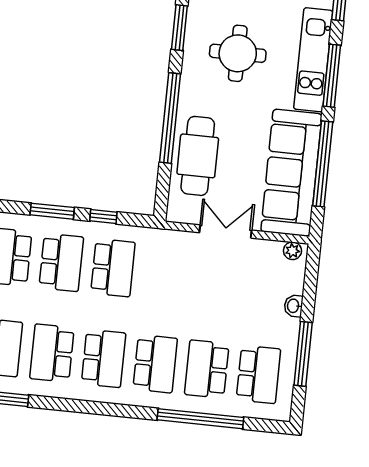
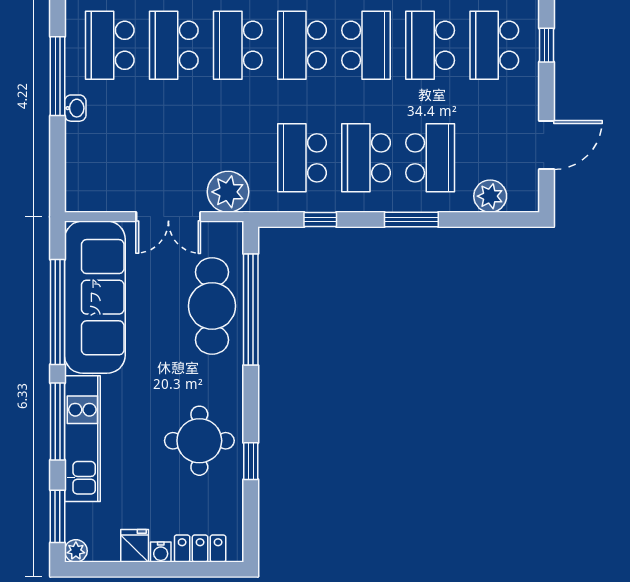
window: (179, 28) -> (251, 461), width x0.67
round table: (238, 53) -> (199, 441), moved
window: (170, 118) -> (251, 309), moved
window: (52, 211) -> (411, 220), moved
plant: (292, 251) -> (228, 192), moved, width x1.87, depth x1.87
washbasin: (294, 306) -> (75, 108), moved
school desk: (207, 369) -> (174, 45), turned 180

